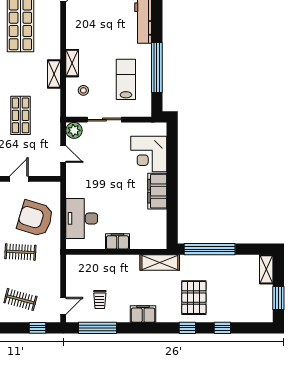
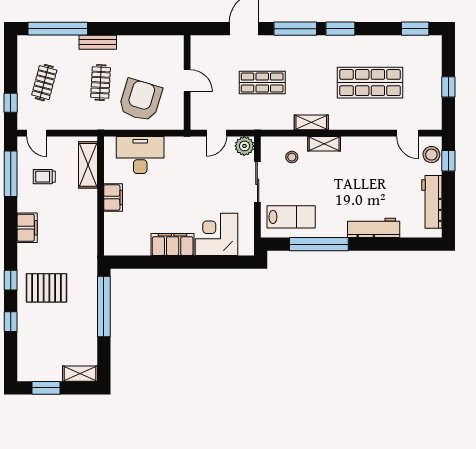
lab bench: (126, 79) -> (291, 217), moved
shelving: (160, 263) -> (88, 165), moved

